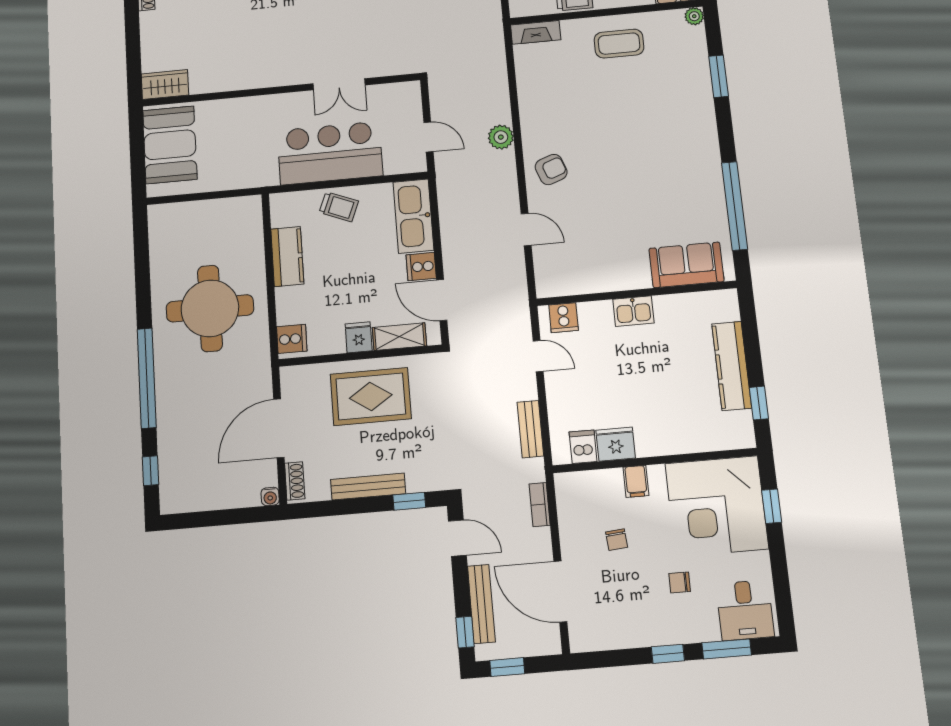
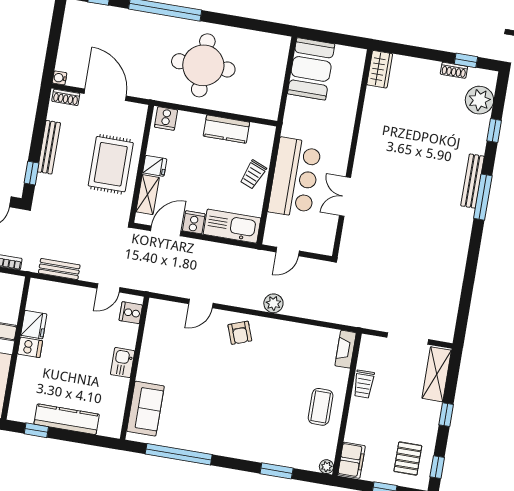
booth: (170, 145) -> (311, 69), moved, turned 90
dishwasher: (583, 447) -> (30, 347), moved

